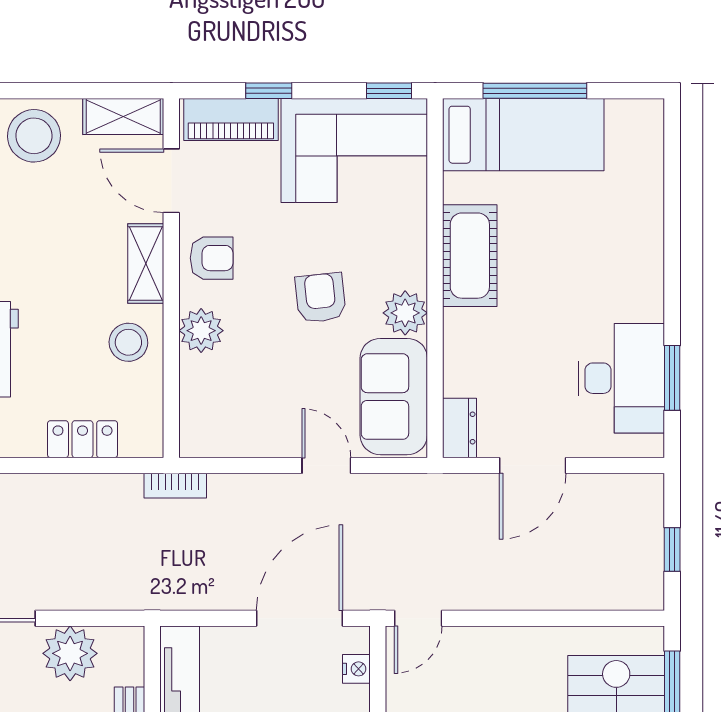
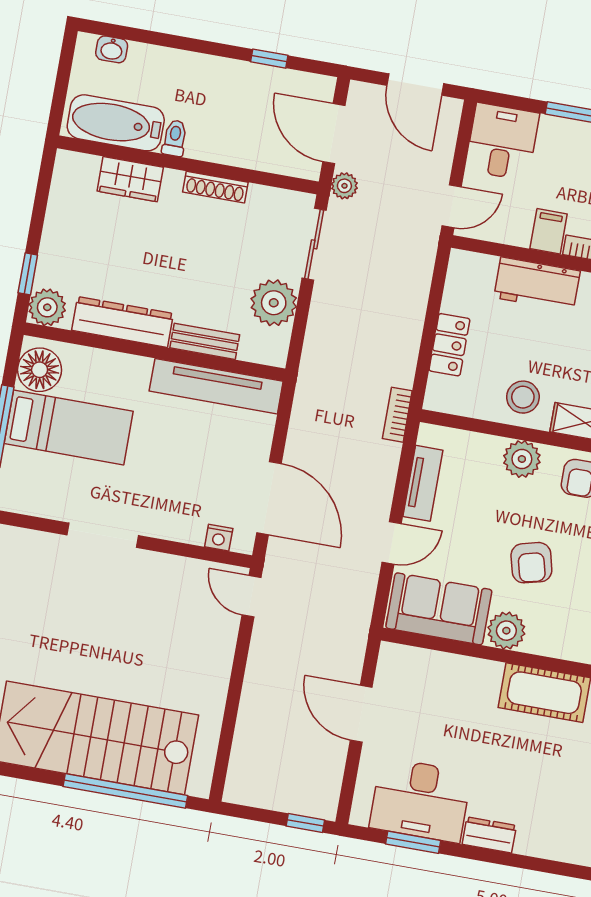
armchair: (320, 298) -> (531, 563), turned 82
dresser: (459, 428) -> (489, 835), moved, turned 180
tv unit: (250, 441) -> (423, 483), added
window: (672, 549) -> (305, 823), moved

